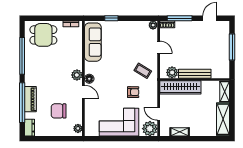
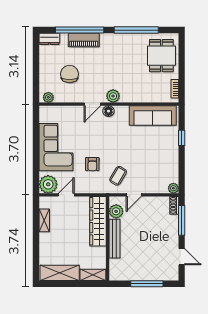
door: (159, 47) -> (134, 195), moved

